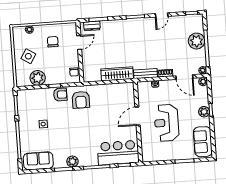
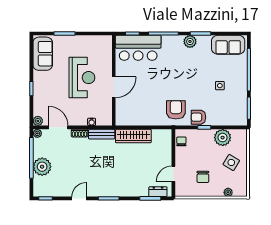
plant: (204, 112) -> (39, 87), removed

